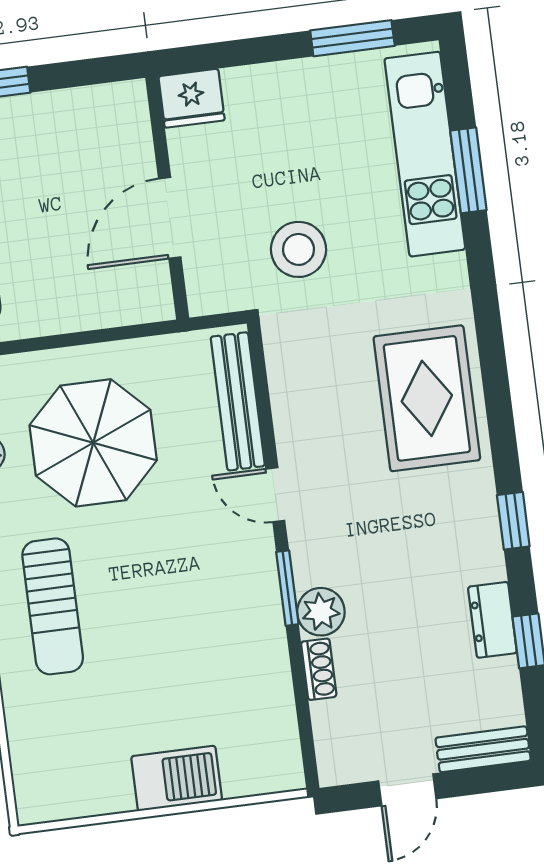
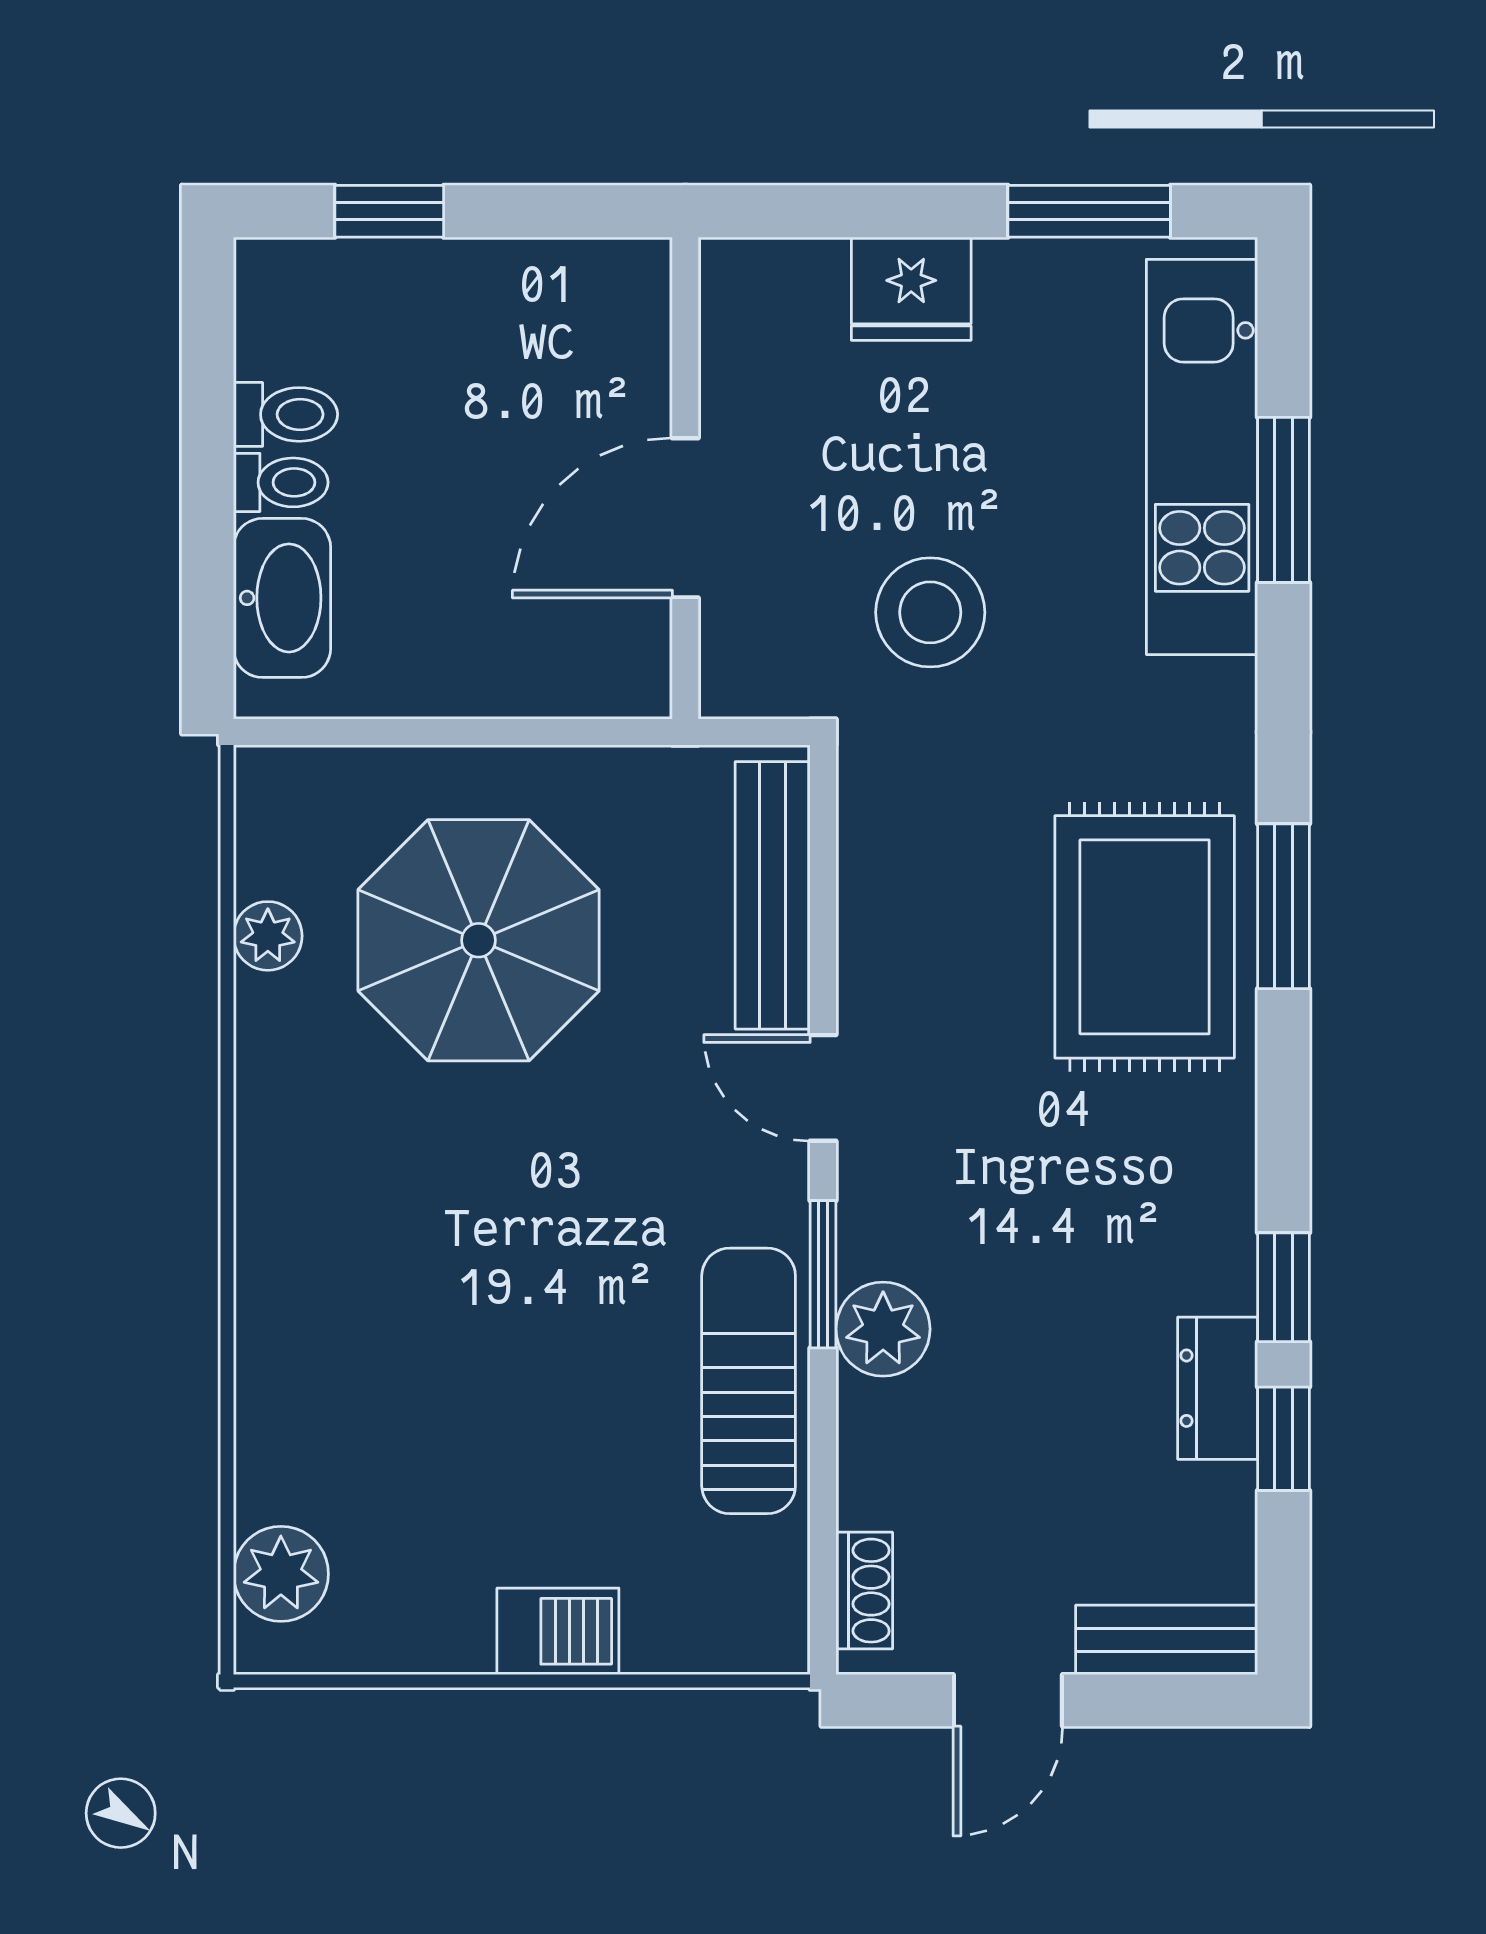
fridge: (191, 98) -> (911, 289), moved
window: (495, 374) -> (1284, 906), added
window: (513, 521) -> (1284, 1287), moved
sun lounger: (53, 606) -> (749, 1381), moved, turned 180
shoe rack: (319, 669) -> (864, 1591), moved
plant: (35, 773) -> (281, 1574), added
barbecue: (177, 778) -> (558, 1631), width x0.73, depth x0.79

